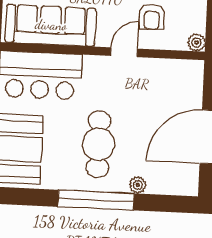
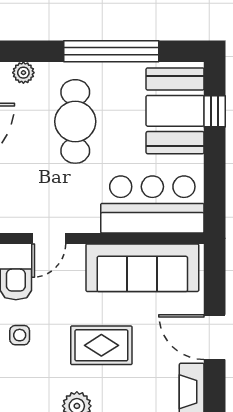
window: (96, 200) -> (111, 51), moved

